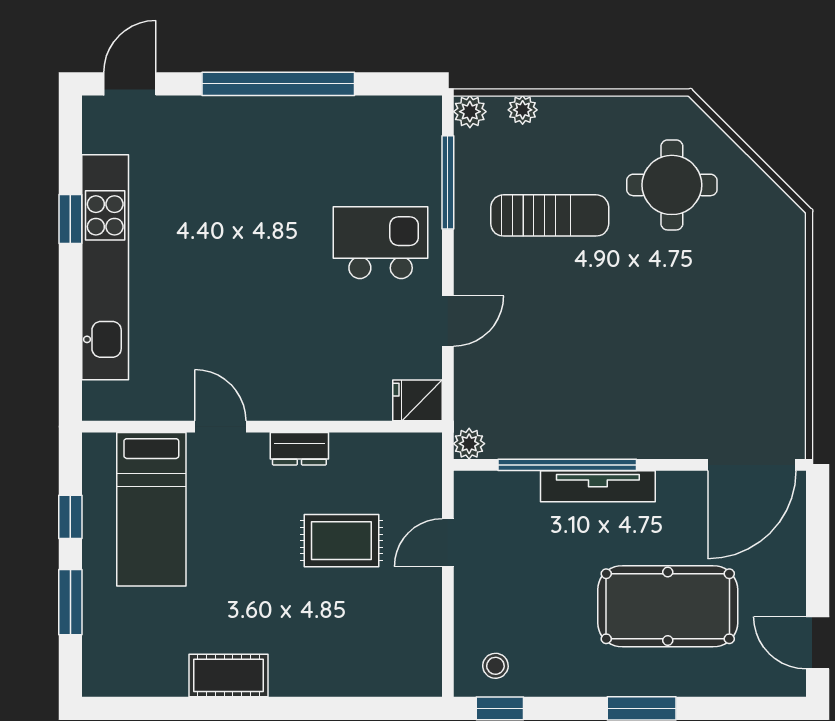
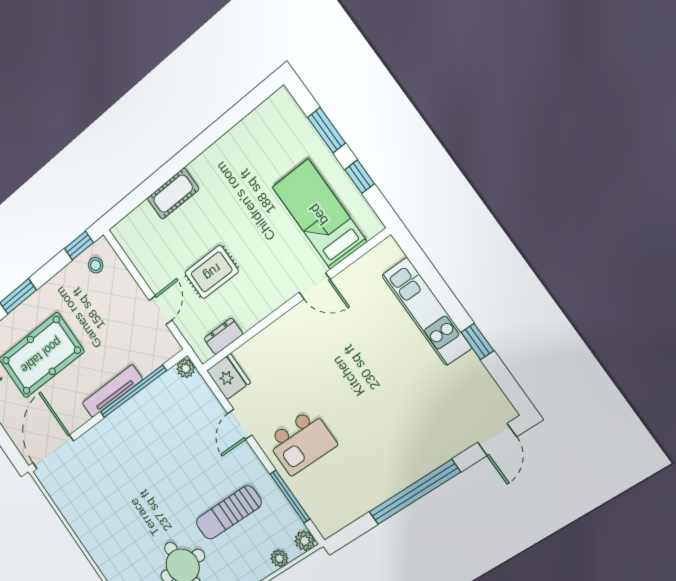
kitchen unit: (105, 267) -> (427, 312), width x0.73
fridge: (418, 400) -> (229, 377), width x1.38
dresser: (299, 449) -> (223, 336), moved
cot: (228, 675) -> (173, 194), moved

